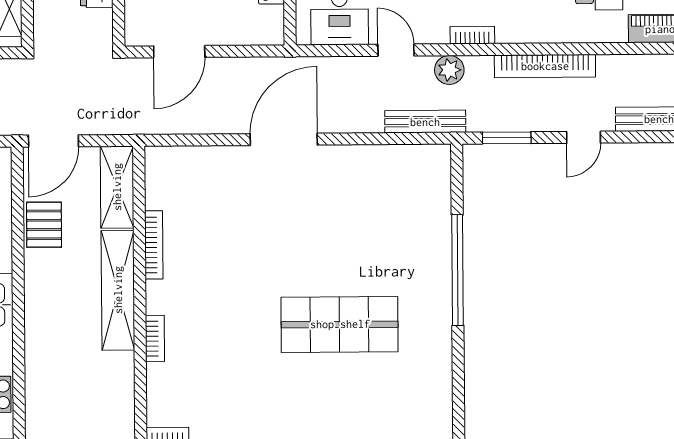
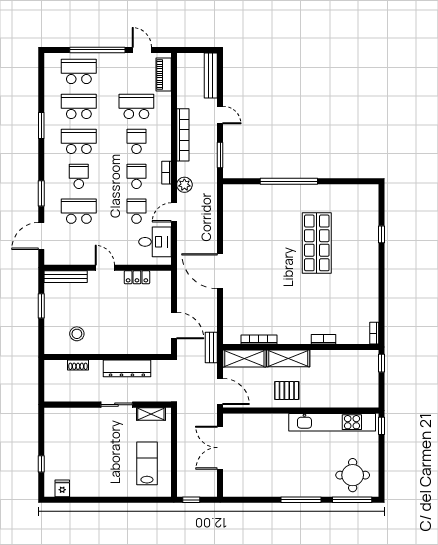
bench: (425, 122) -> (211, 348), moved, width x0.73
pallet: (44, 225) -> (287, 391), moved
bookcase: (154, 245) -> (259, 340), moved
shelving: (118, 290) -> (288, 358), width x0.68

